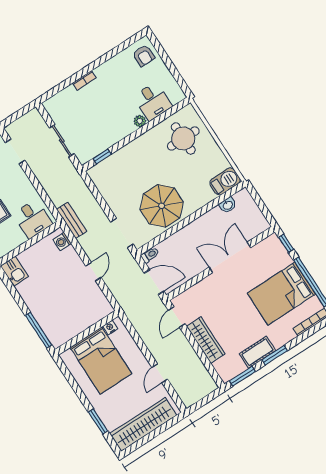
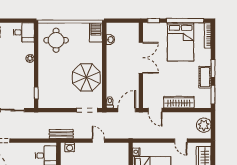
desk: (153, 101) -> (24, 32), moved
double door: (230, 257) -> (141, 58), swing flipped
plant: (197, 389) -> (204, 125), added

